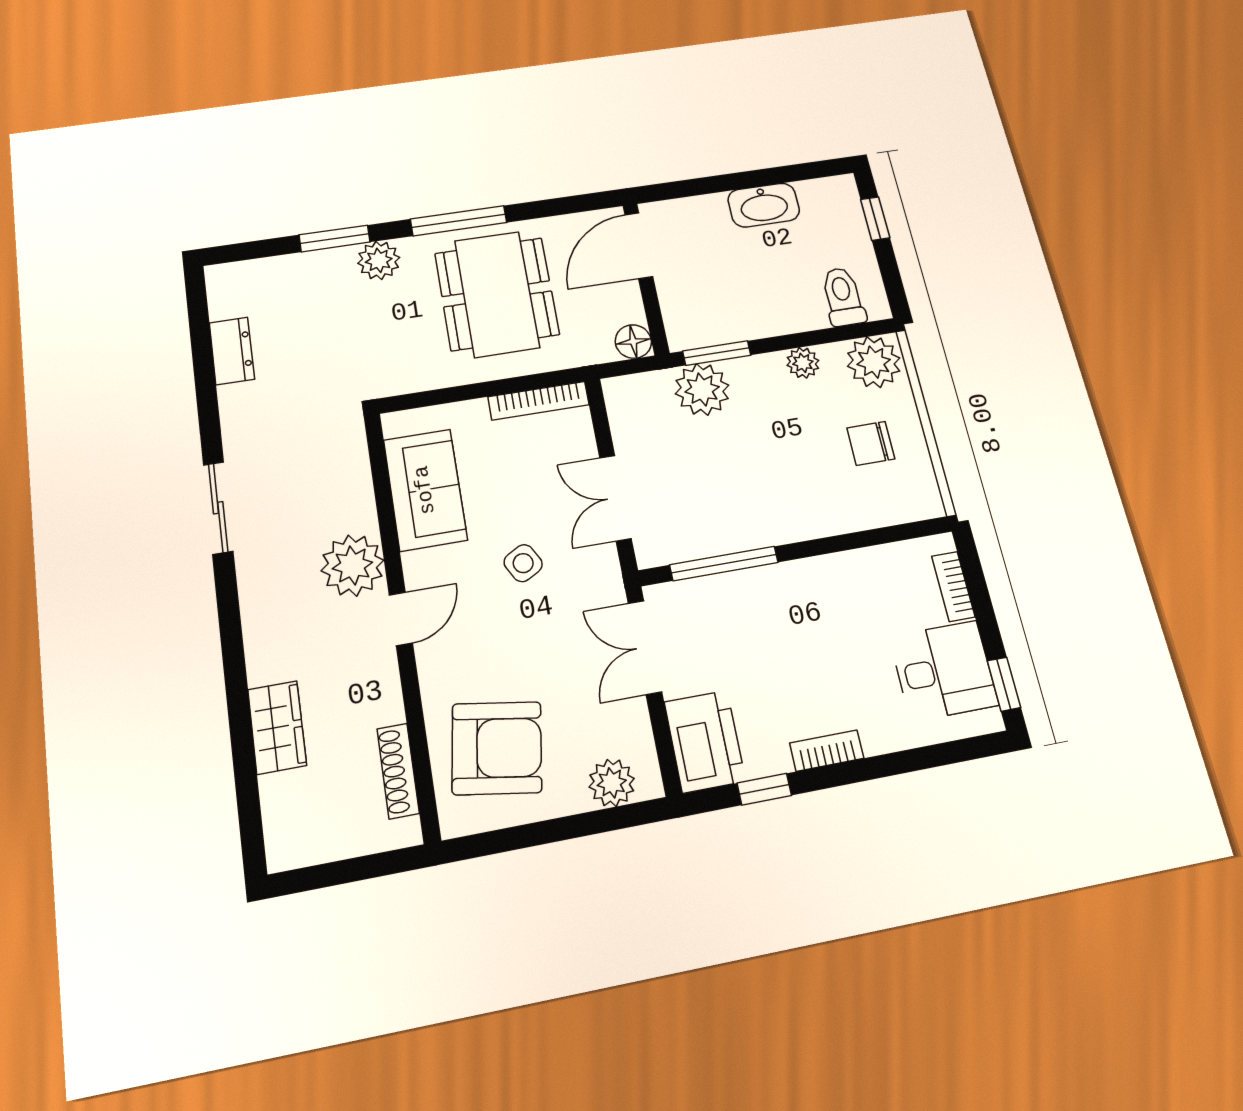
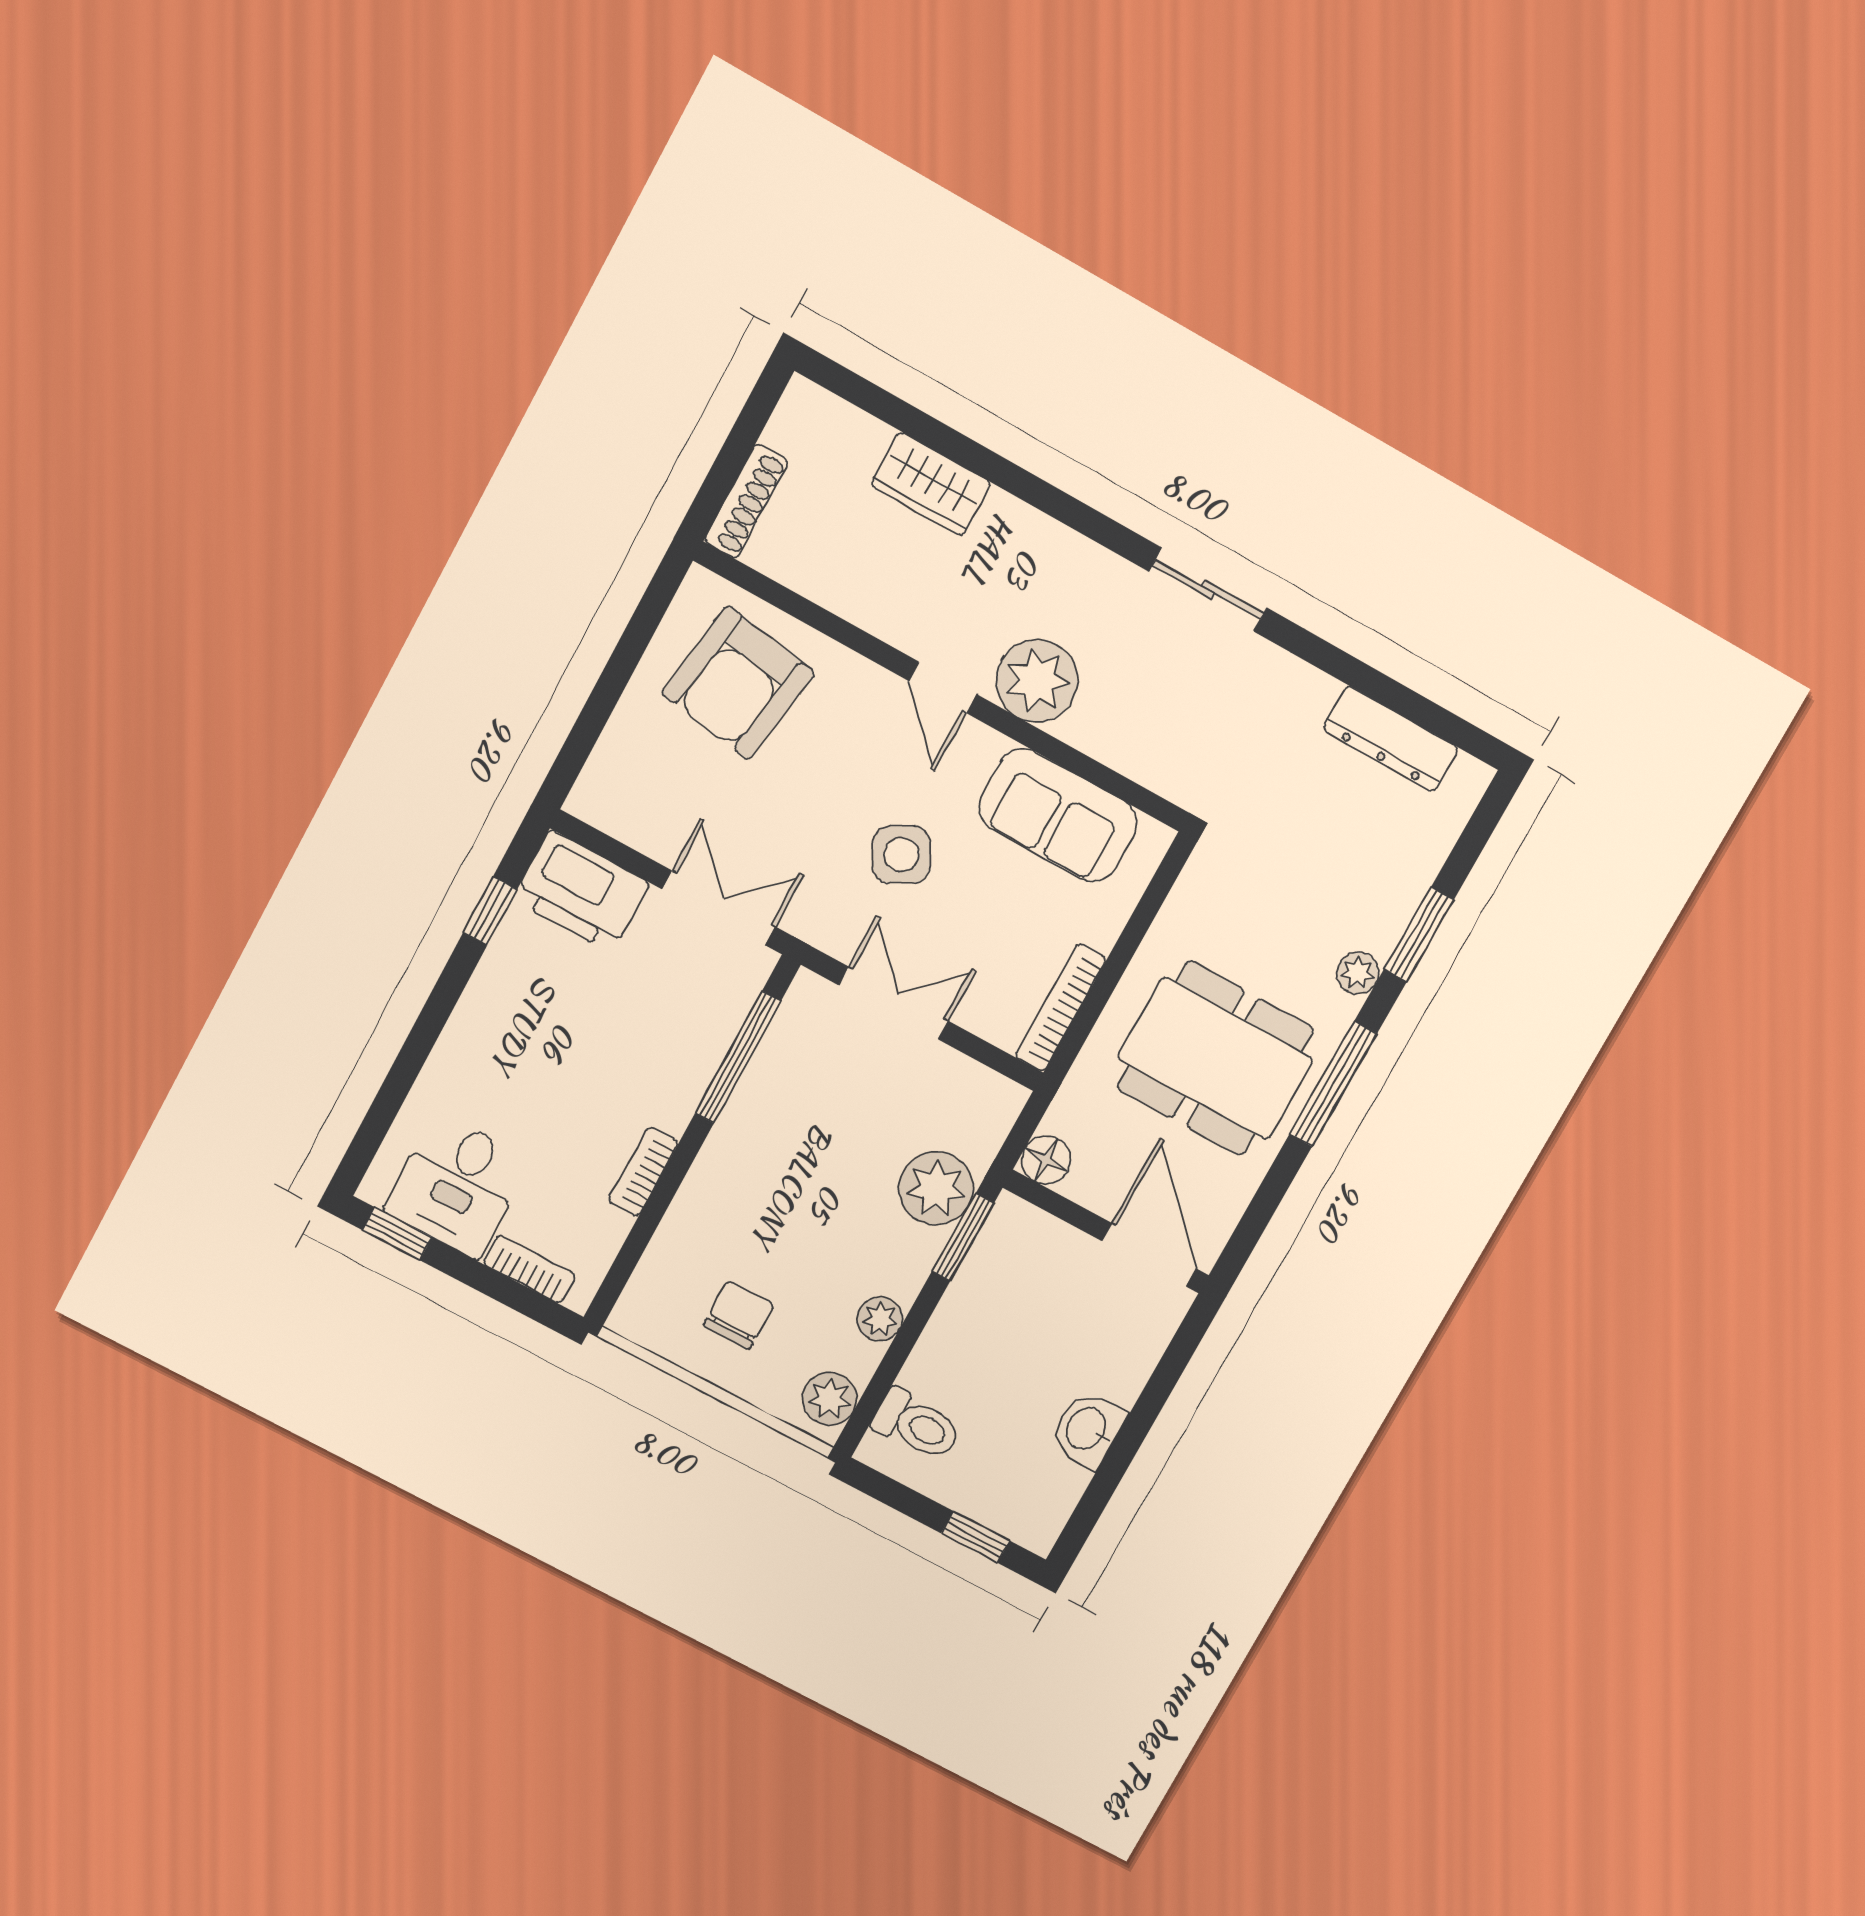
washbasin: (764, 205) -> (1087, 1429), width x0.72
plant: (379, 260) -> (1358, 973), width x0.73, depth x0.73
dresser: (232, 351) -> (1391, 739), width x1.44
plant: (874, 362) -> (830, 1399), width x0.73, depth x0.73
side table: (523, 563) -> (901, 855), width x1.37, depth x1.37
bookcase: (827, 751) -> (643, 1172), moved, turned 180
shoe rack: (398, 771) -> (746, 501), moved, turned 90
plant: (612, 783) -> (615, 768), removed

